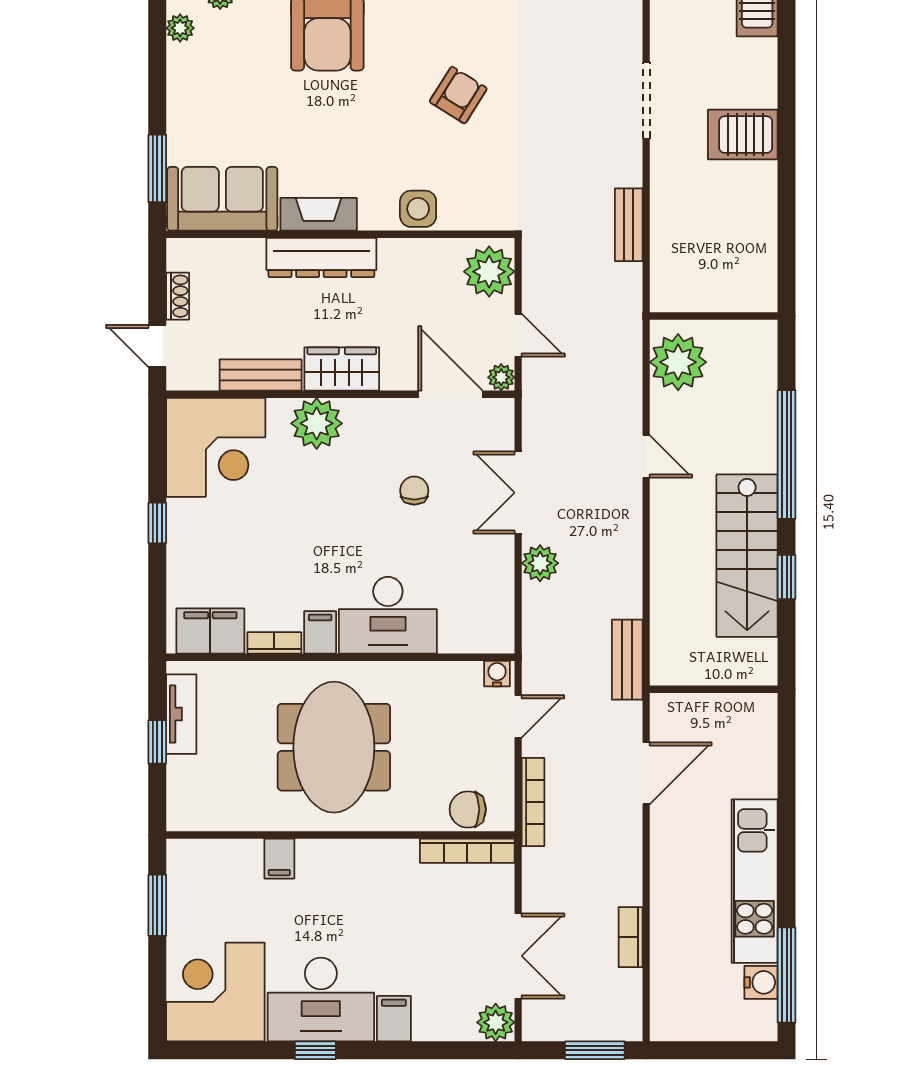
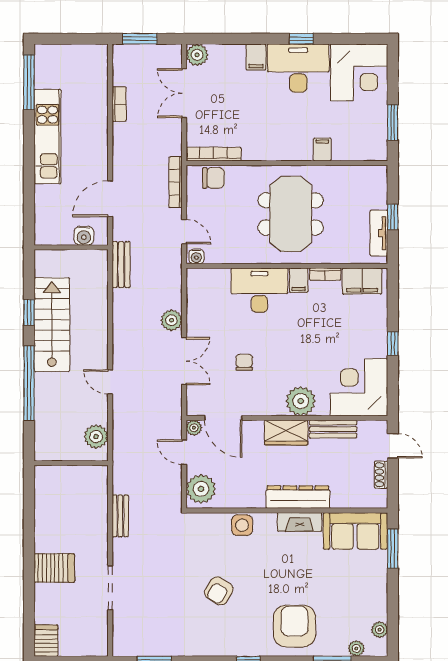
plant: (678, 362) -> (96, 437), width x0.73, depth x0.73
chair: (414, 491) -> (244, 362), turned 180
door: (518, 716) -> (184, 232), swing flipped
water cooler: (761, 982) -> (84, 236), moved, turned -90

